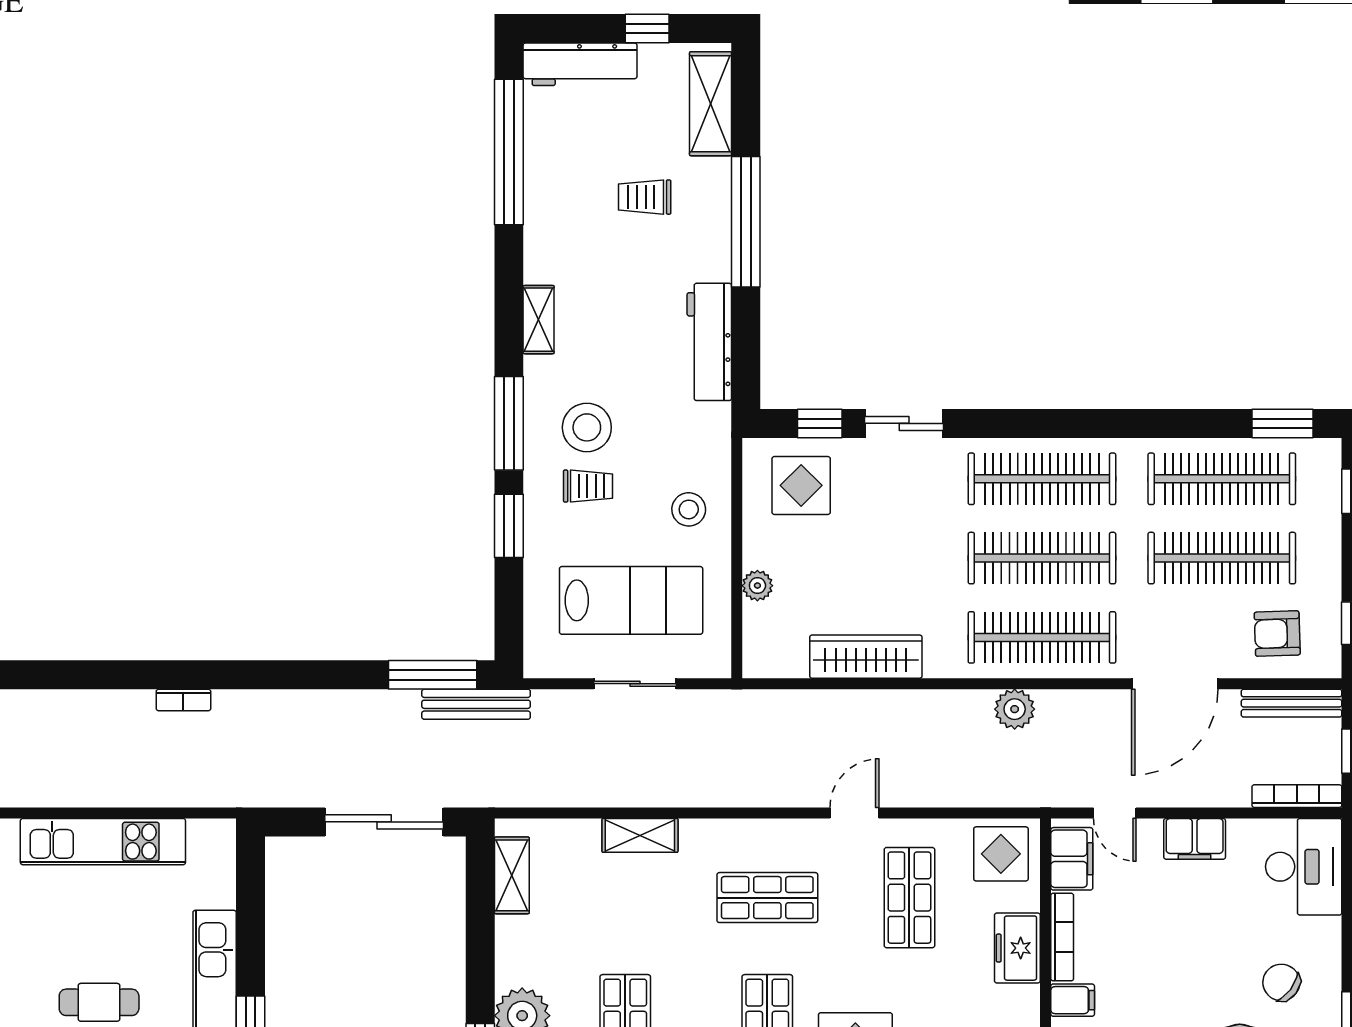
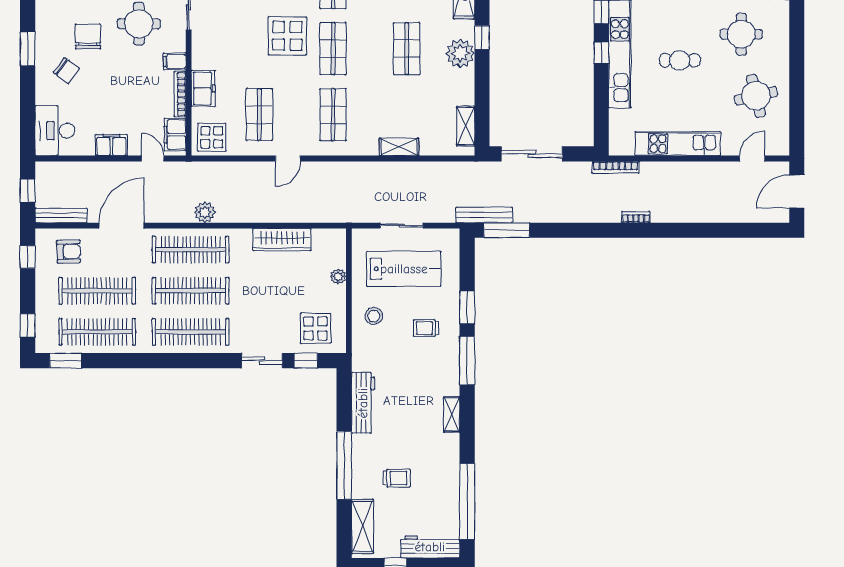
stool: (587, 427) -> (427, 359), removed
lab bench: (631, 600) -> (404, 269), turned 180
bookcase: (1297, 796) -> (616, 167), moved
shop shelf: (767, 898) -> (333, 115), turned 90

